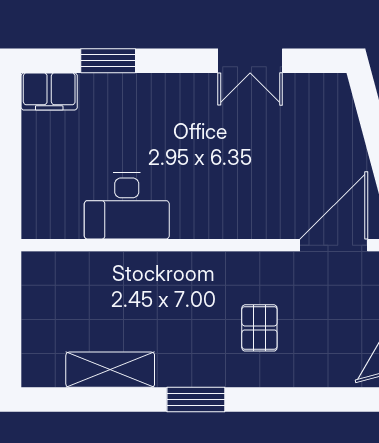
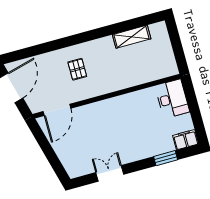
desk: (127, 206) -> (172, 99), moved, turned 90
window: (196, 399) -> (95, 34), removed

